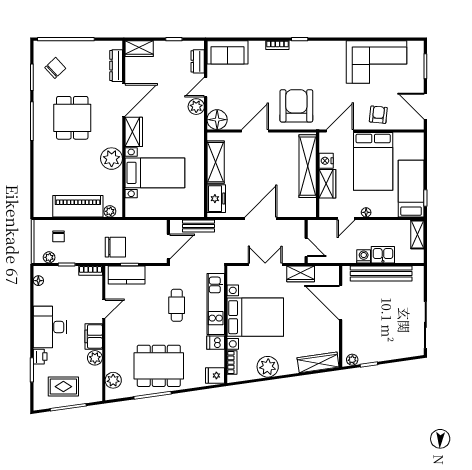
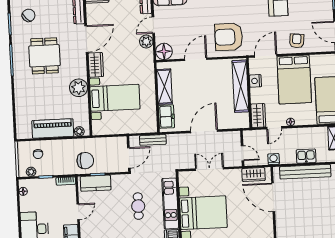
armchair: (296, 106) -> (229, 37), turned -90
wardrobe: (327, 184) -> (258, 116), moved
washing machine: (364, 256) -> (274, 159), moved
wardrobe: (301, 274) -> (254, 175), moved

